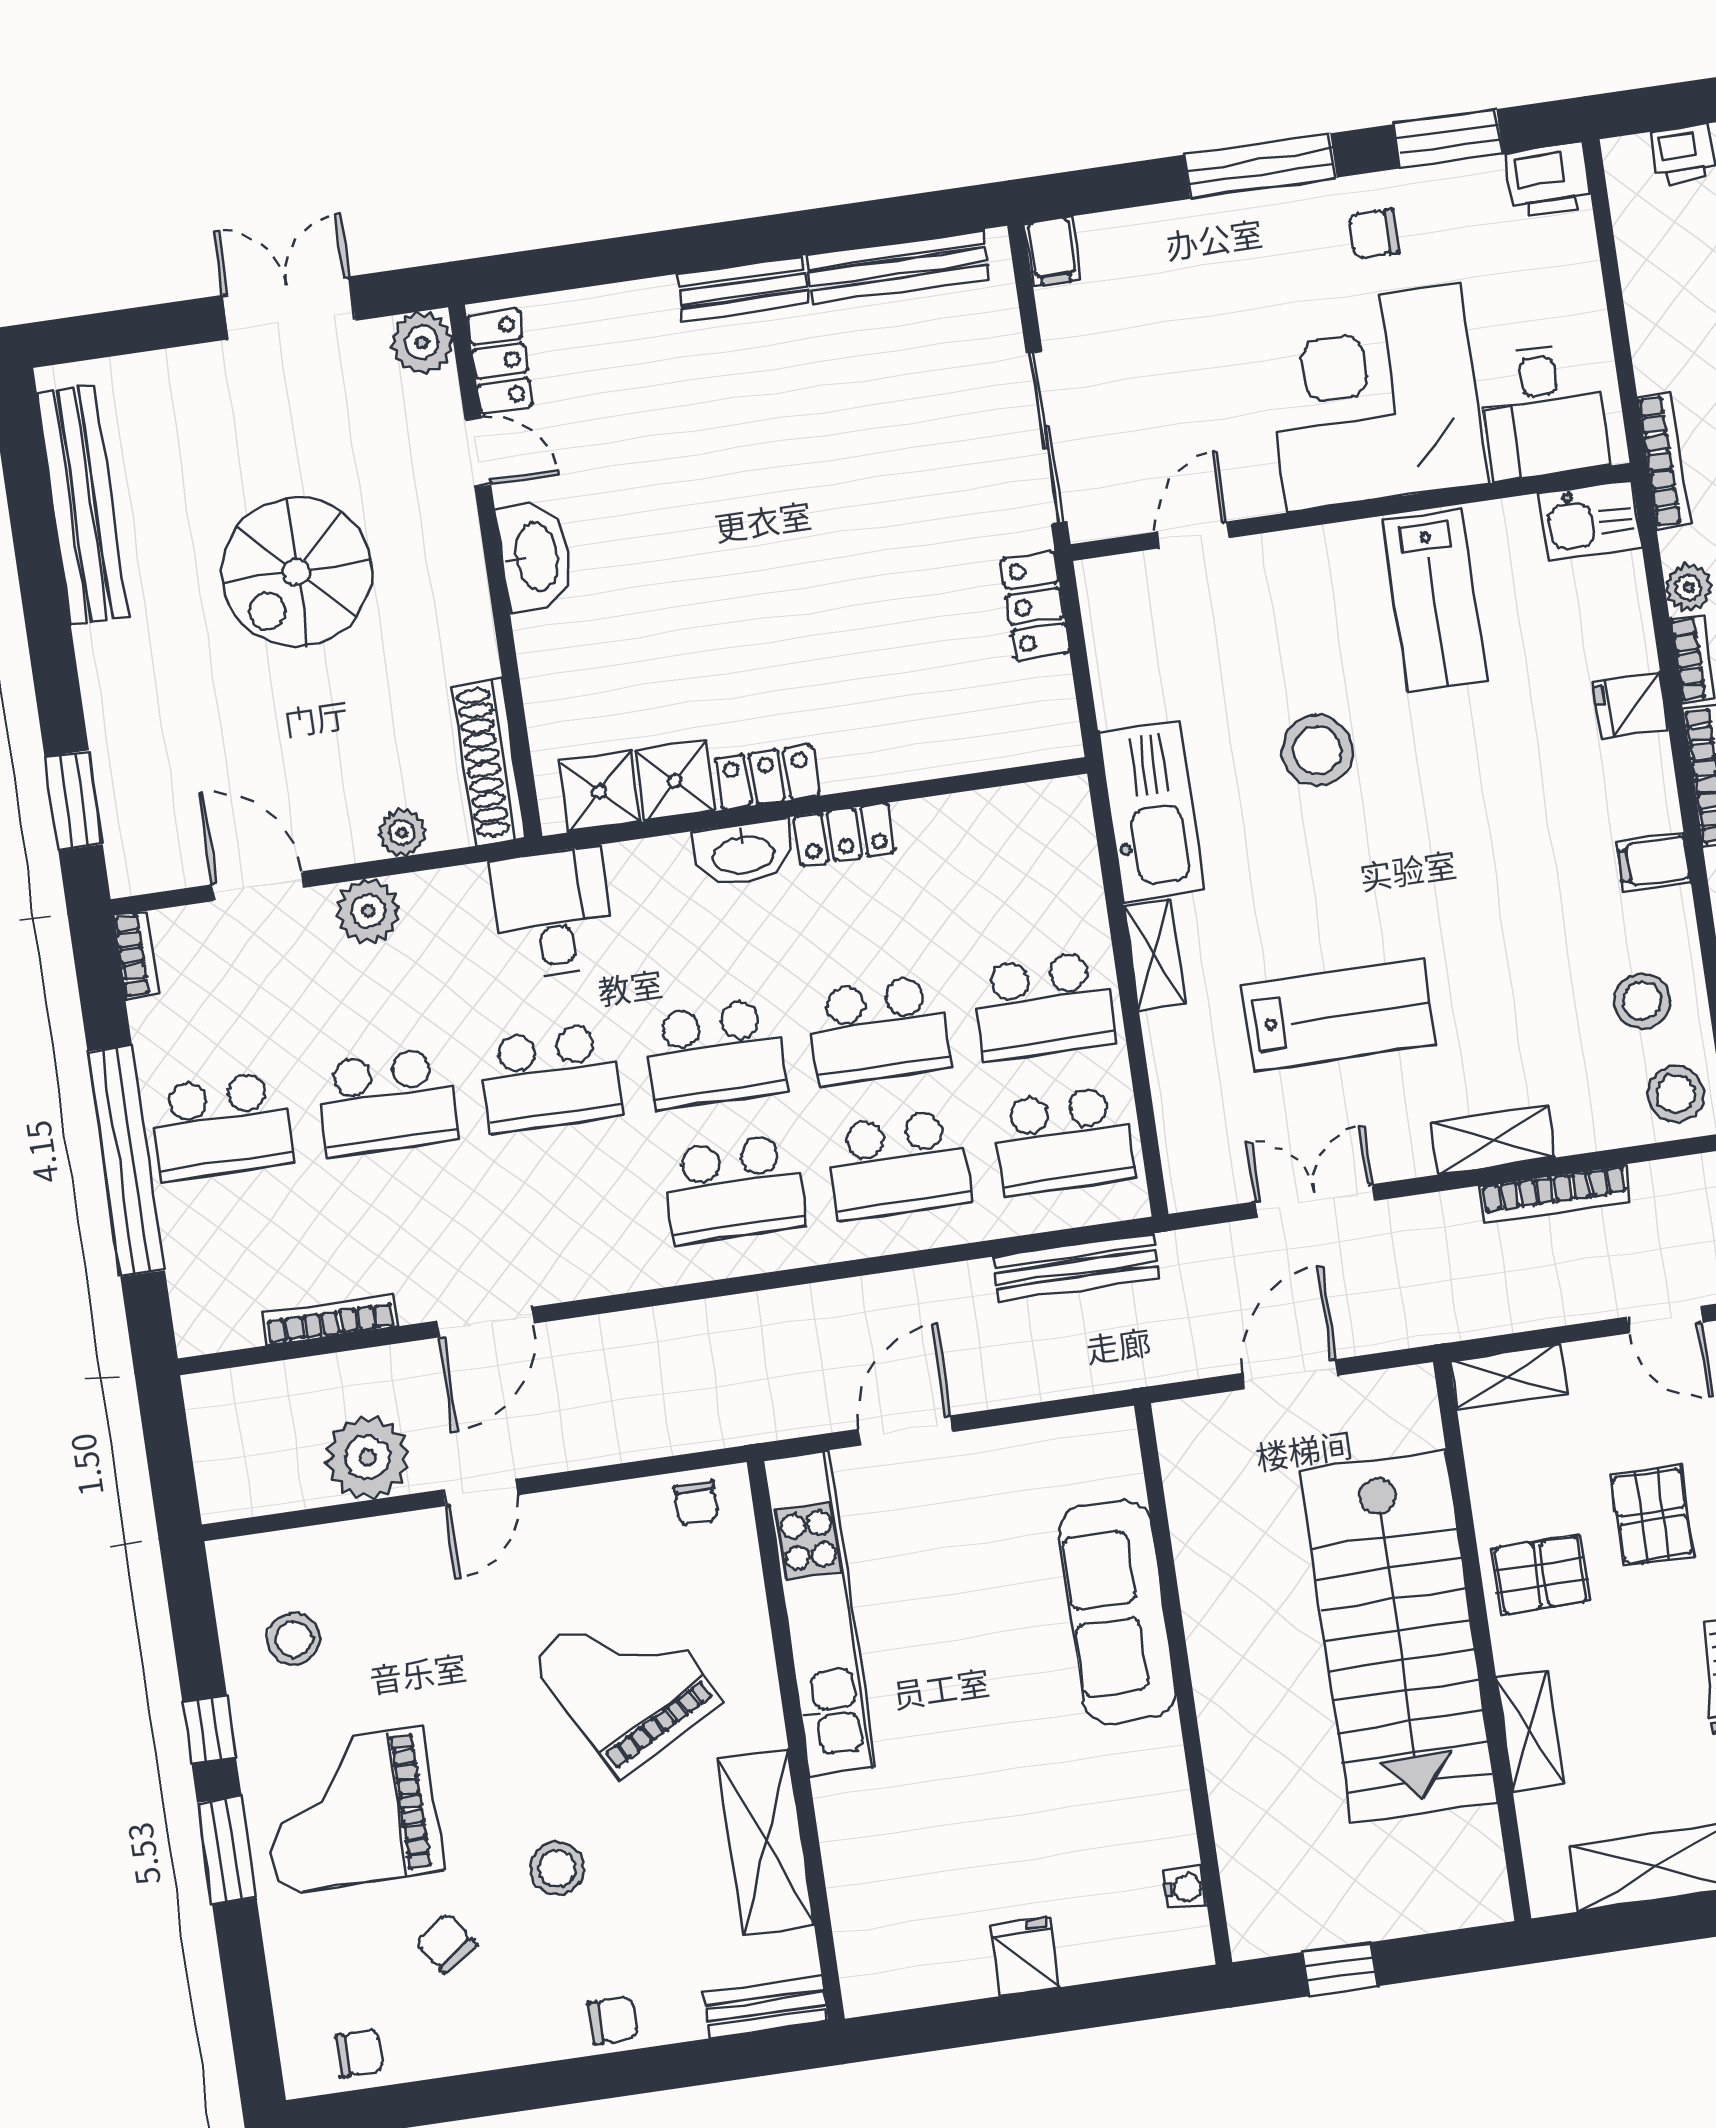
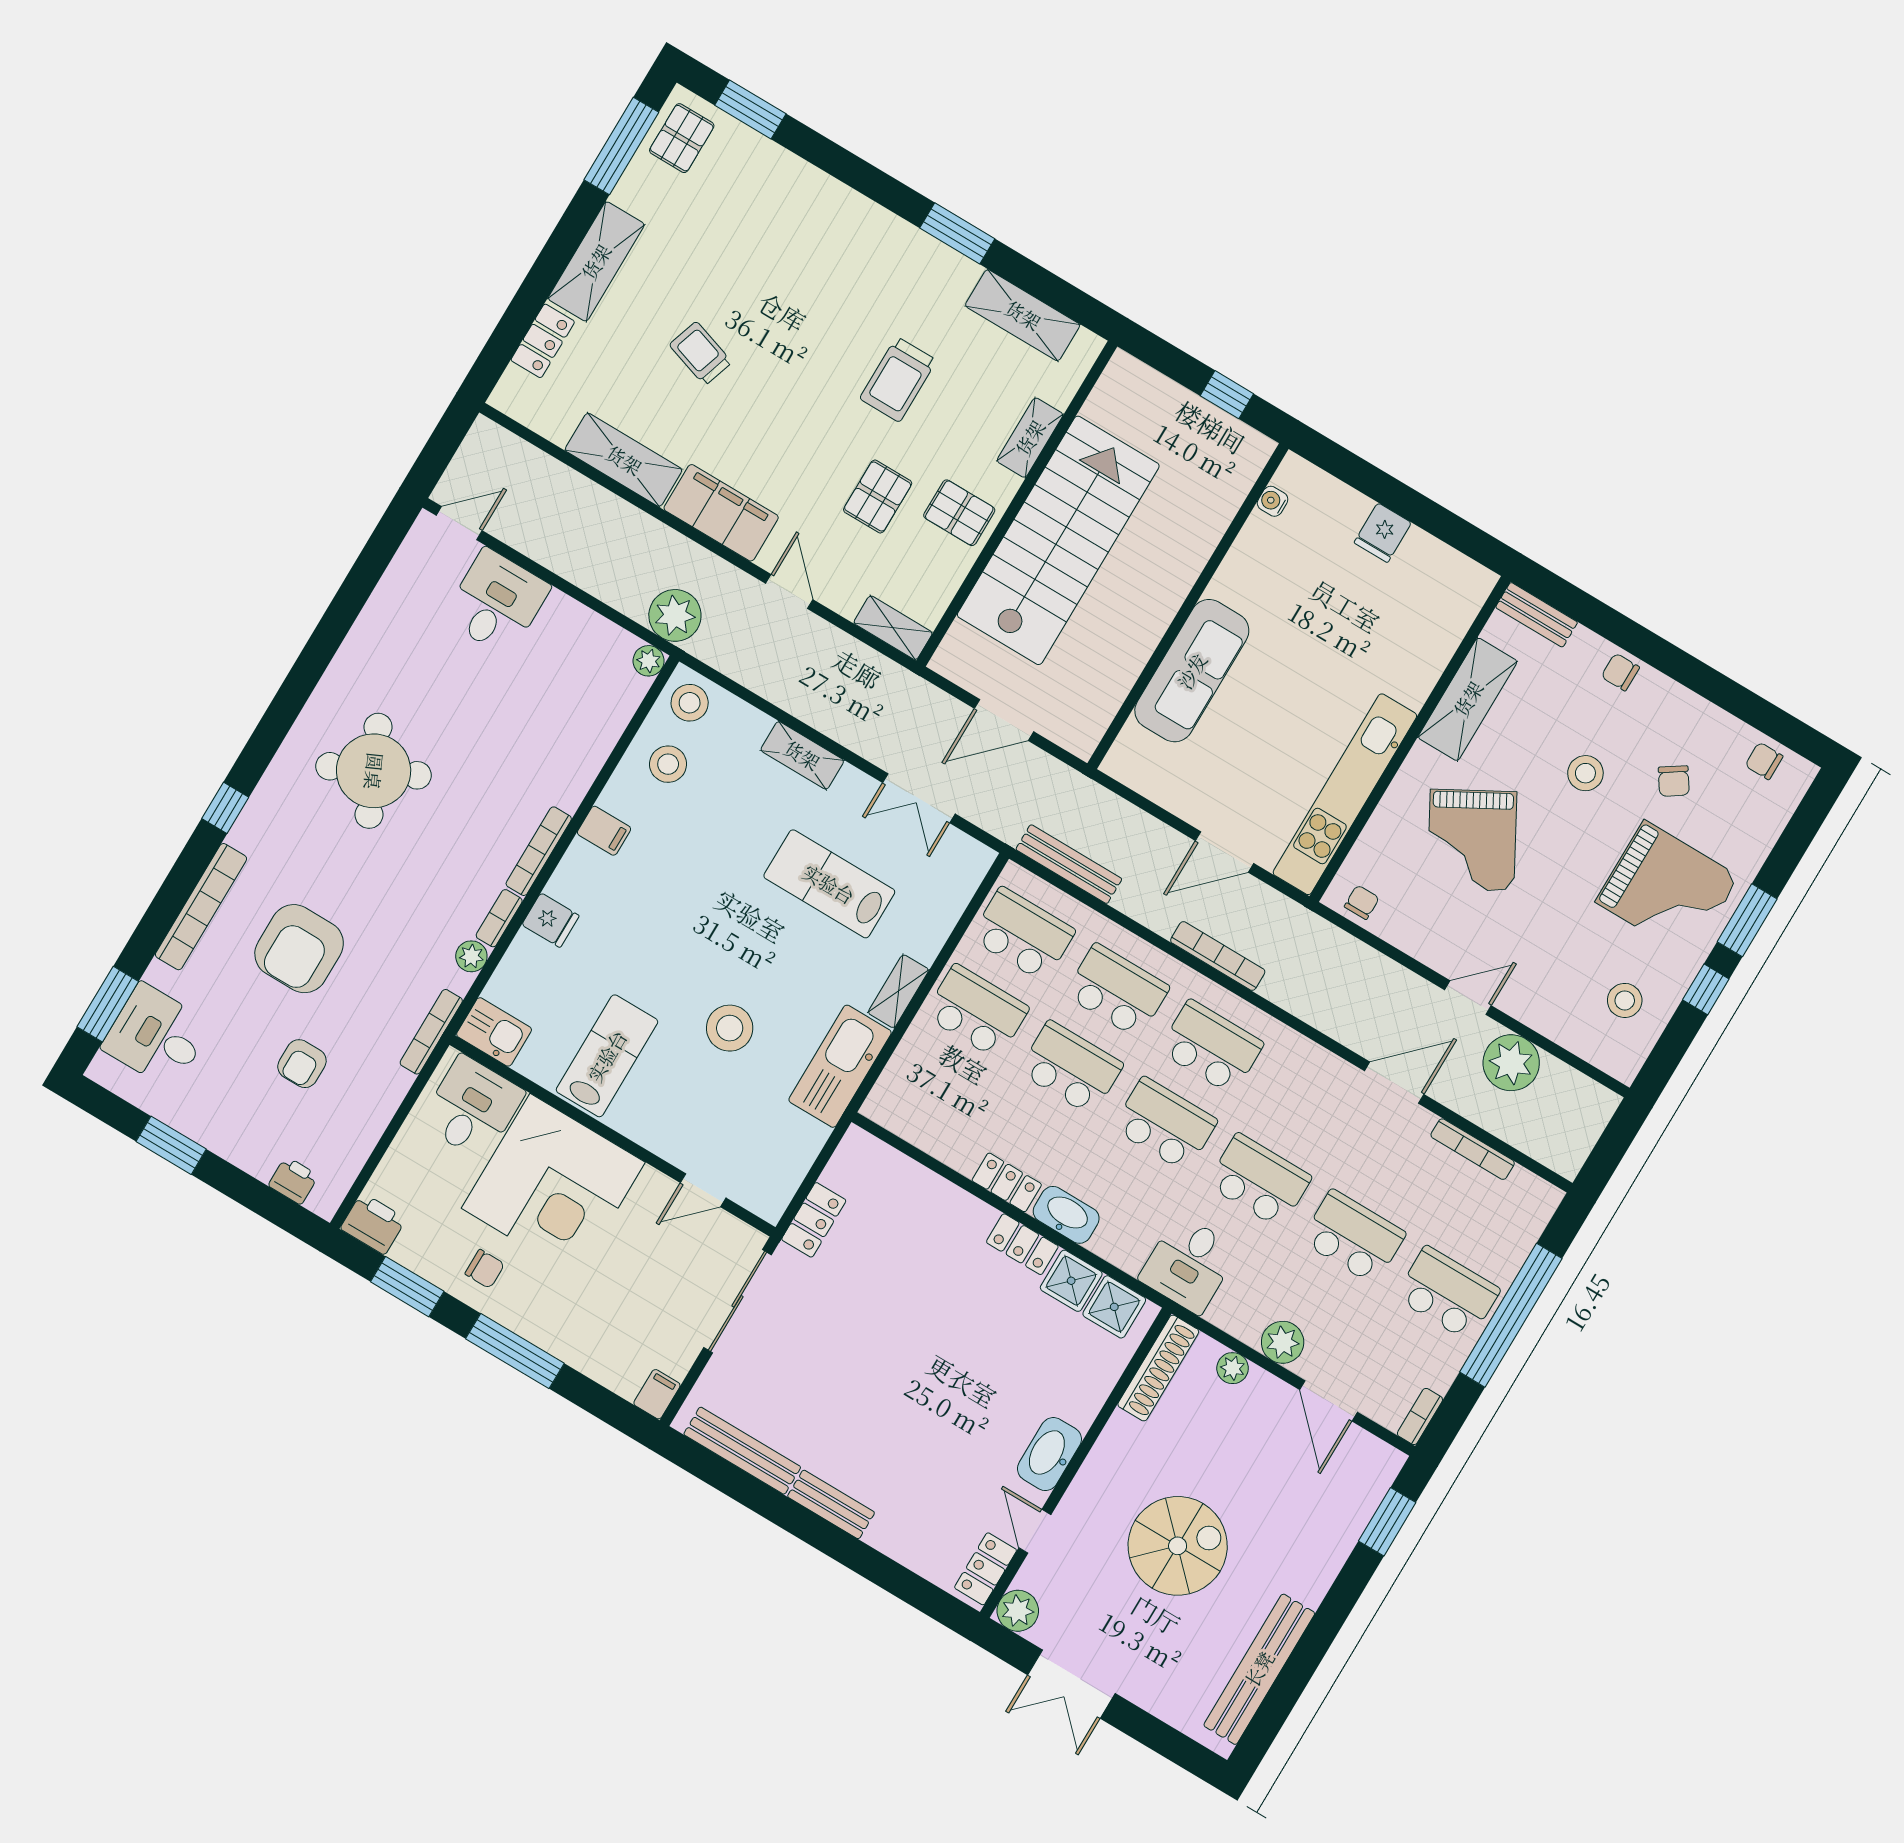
bookcase: (1555, 1194) -> (1218, 956), moved

